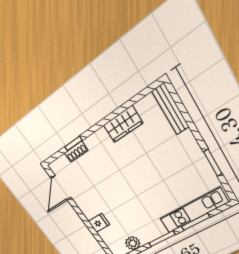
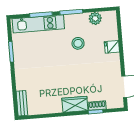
bench: (171, 109) -> (22, 103), width x0.73
wardrobe: (123, 124) -> (75, 104), moved
stool: (137, 210) -> (78, 43), added

